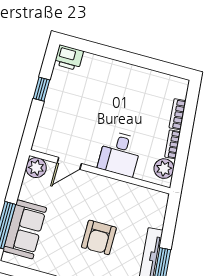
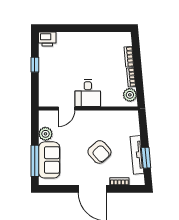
desk: (120, 154) -> (88, 93), moved
plant: (36, 168) -> (45, 134), moved
armchair: (99, 237) -> (99, 152), turned -42

